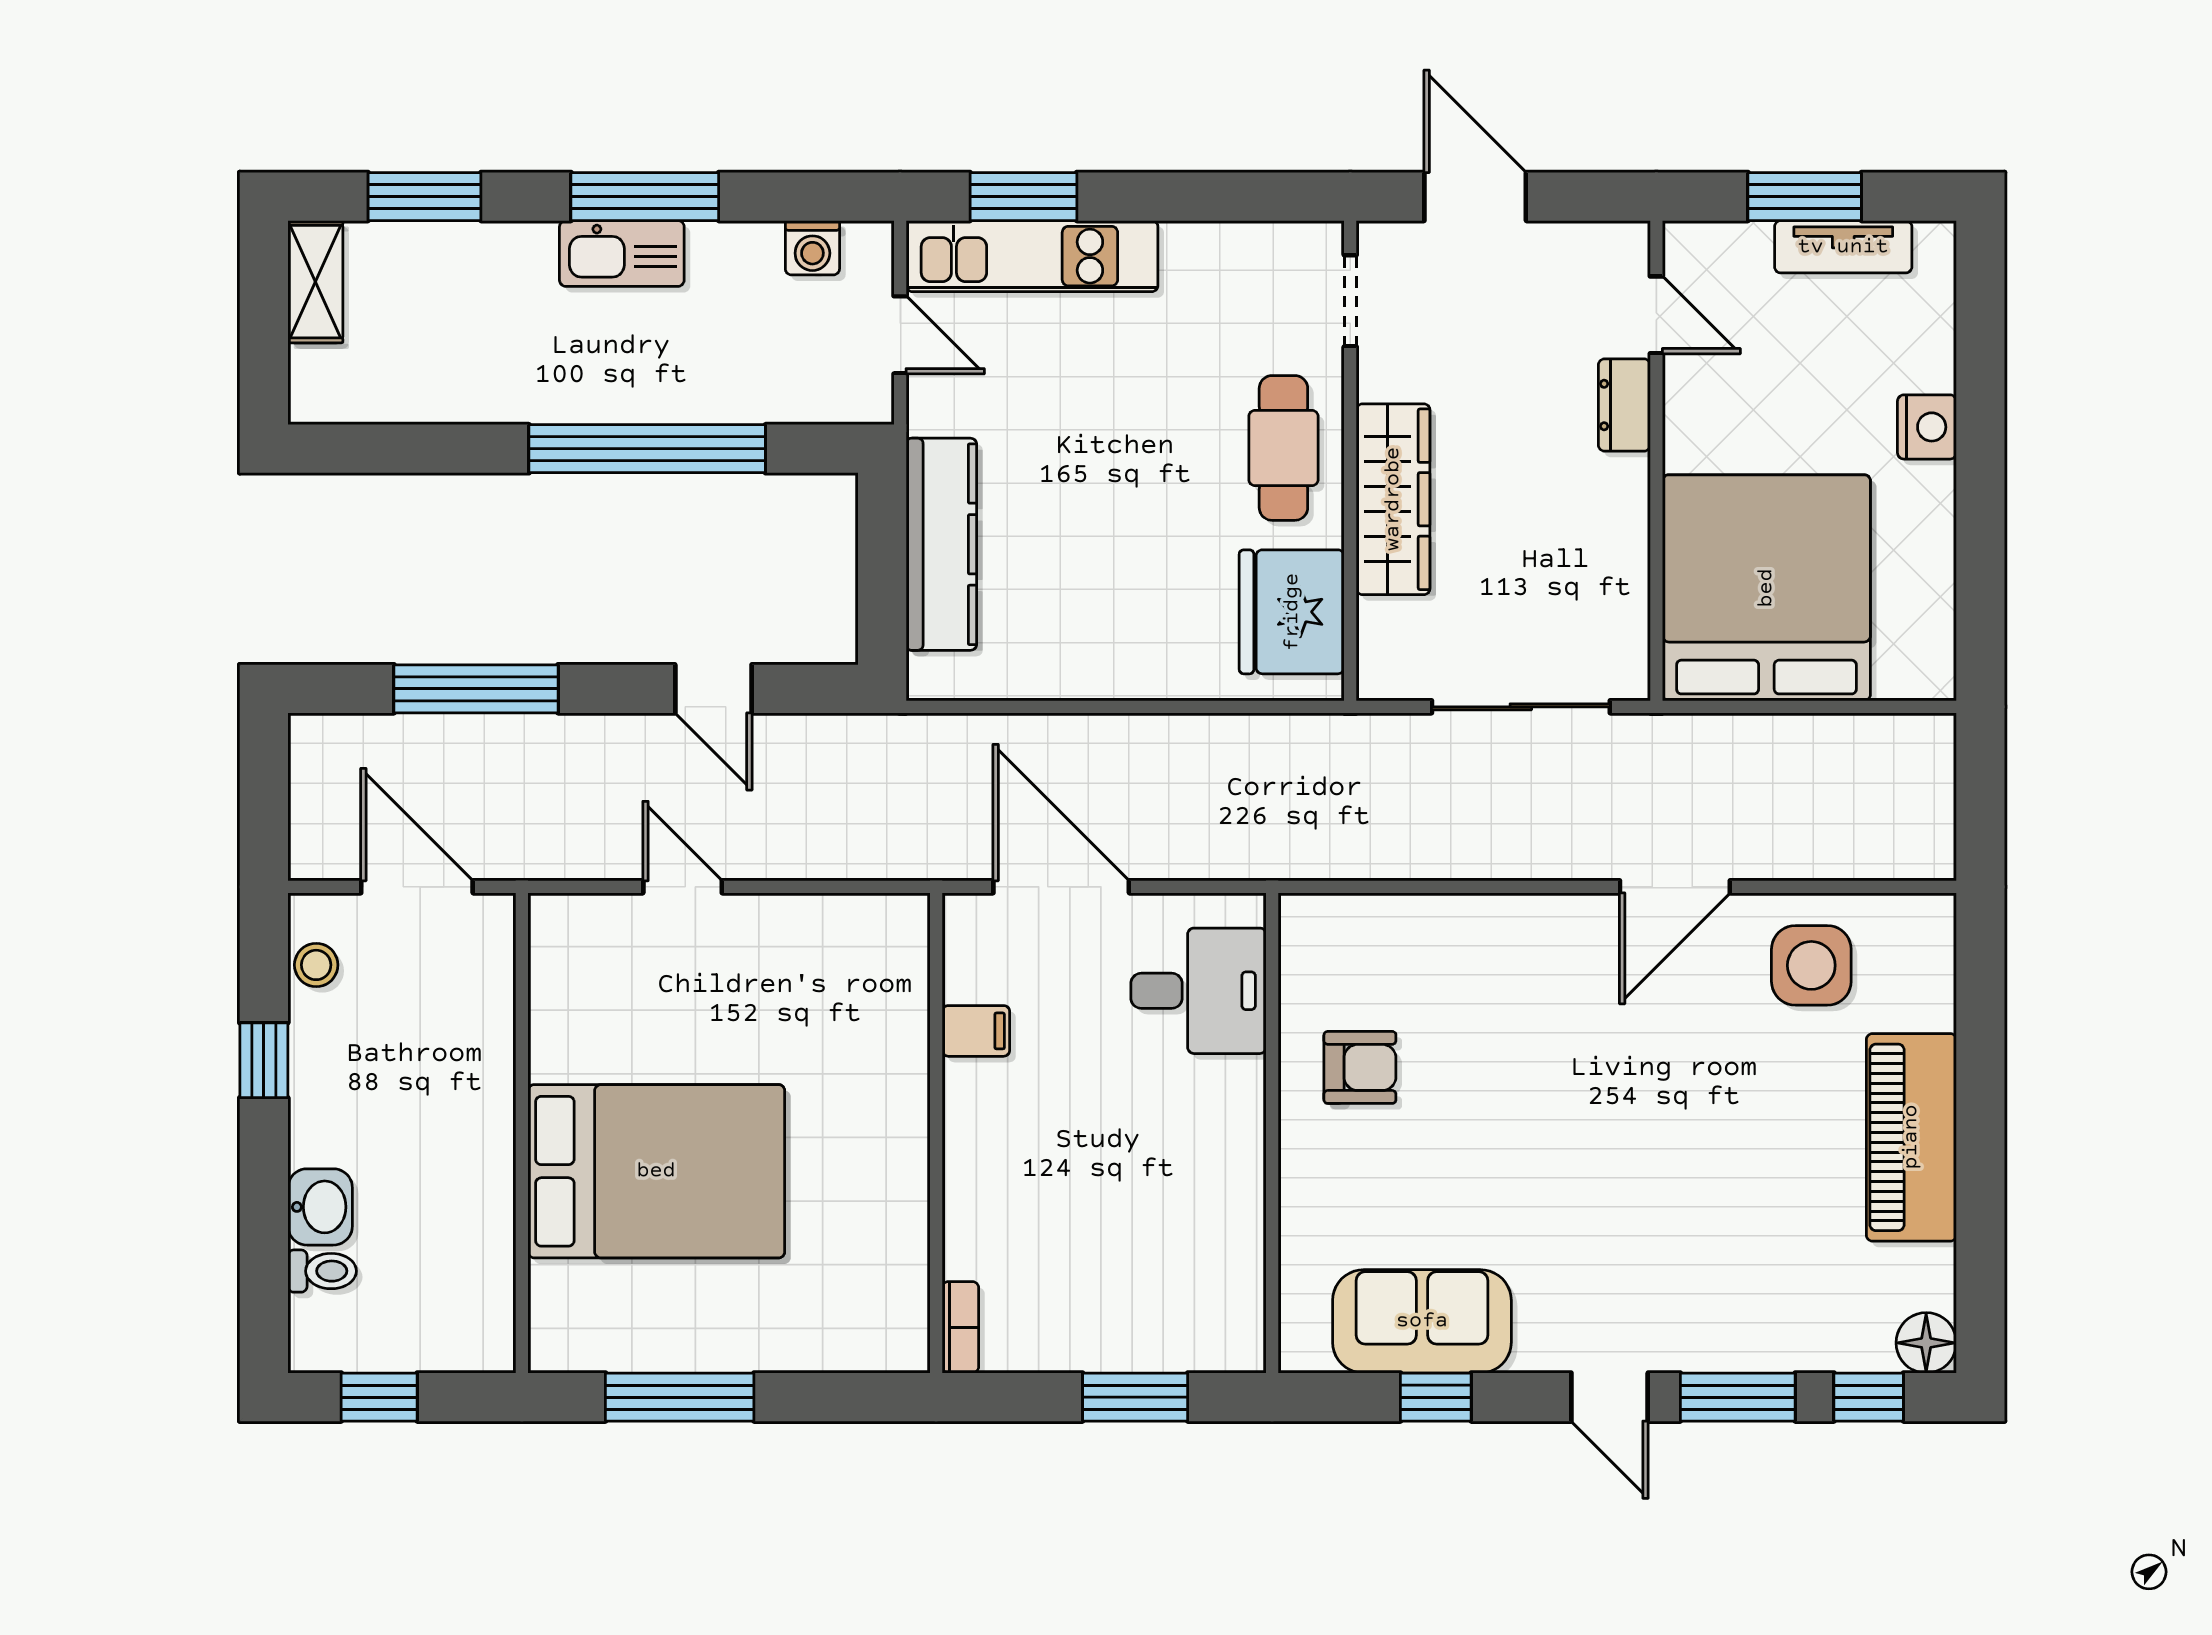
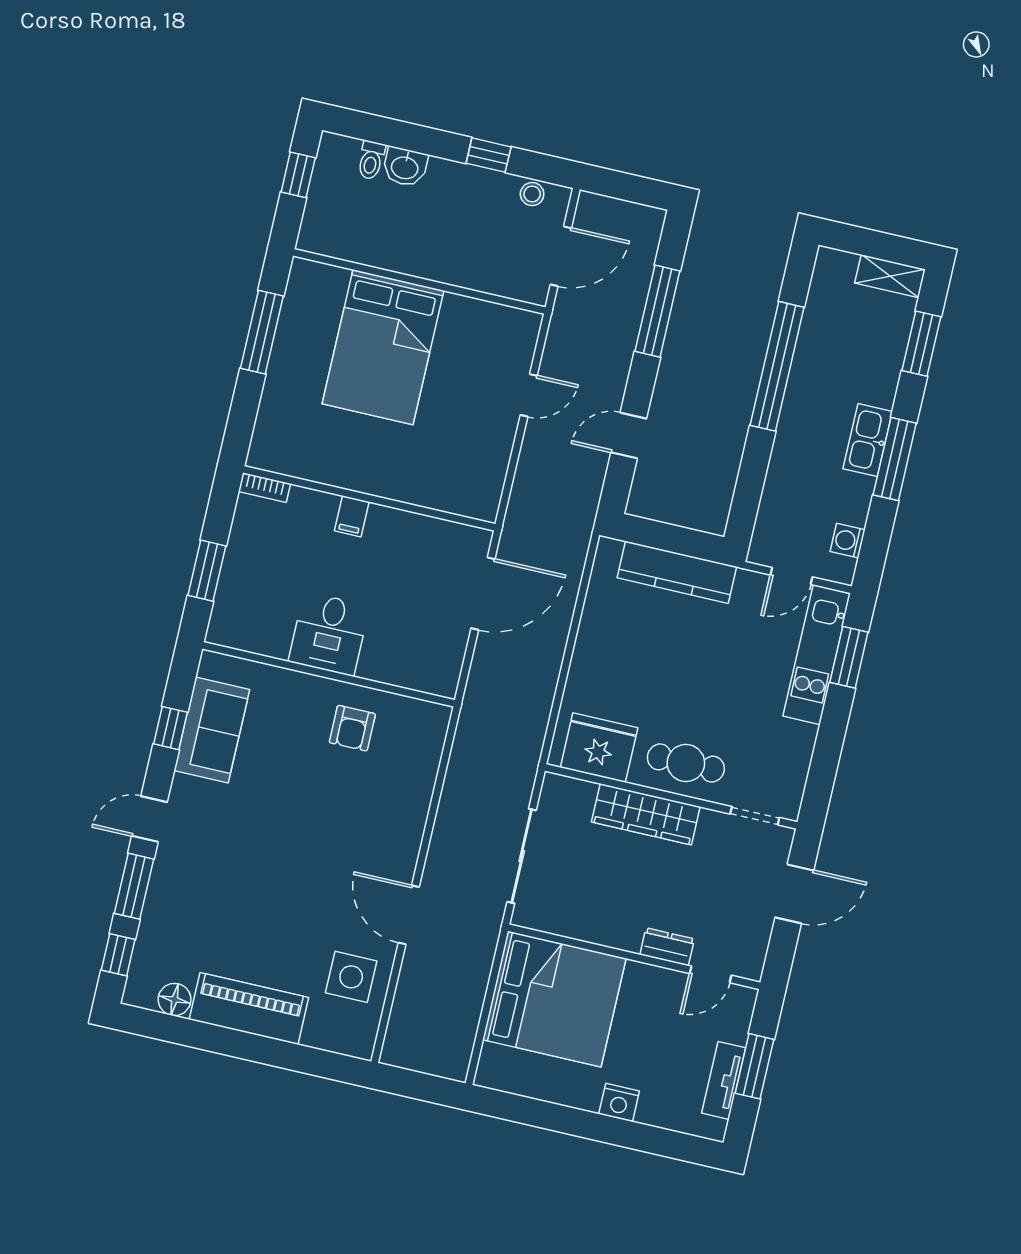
window: (647, 449) -> (777, 366), moved
desk: (1198, 991) -> (329, 634), moved
filing cabinet: (976, 1031) -> (352, 516), moved
floor lamp: (1926, 1343) -> (175, 1000), moved

